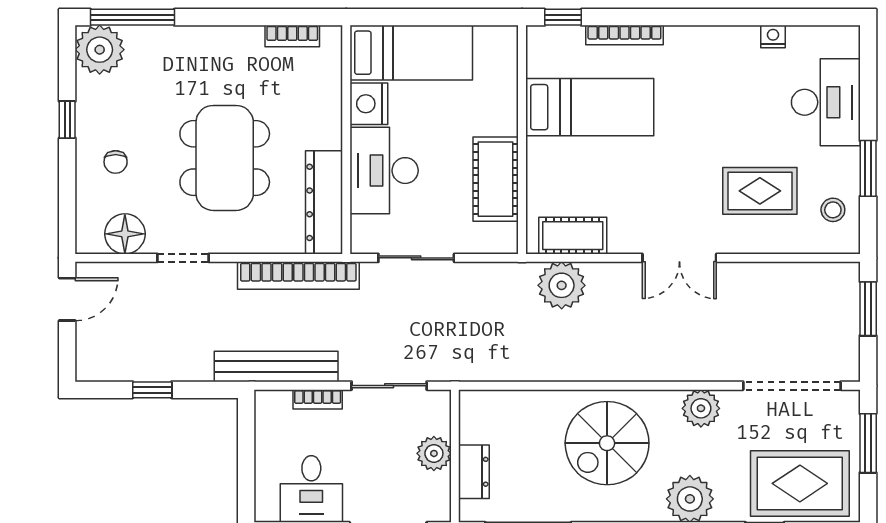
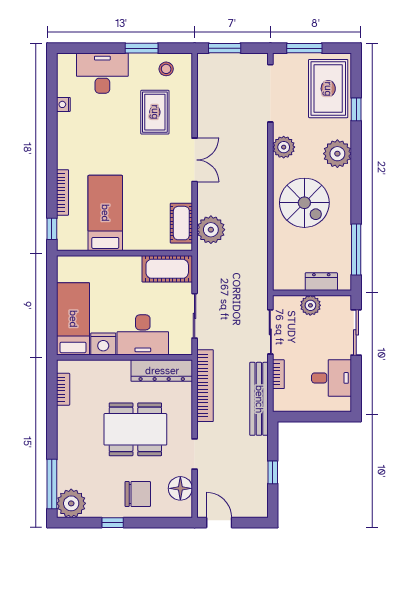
chair: (116, 162) -> (138, 494), width x1.87, depth x1.87
cot: (496, 179) -> (167, 269), moved

